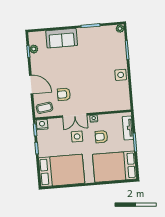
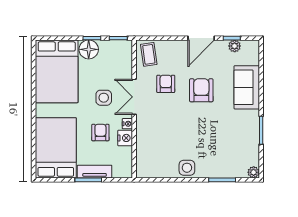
armchair: (66, 69) -> (201, 90), added
door: (31, 84) -> (201, 38), moved
nightstand: (42, 124) -> (125, 138), moved
tv unit: (128, 128) -> (95, 172), moved
floor lamp: (45, 150) -> (89, 49), added

